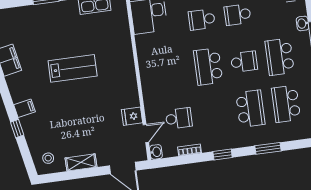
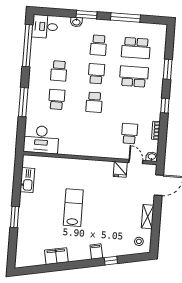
school desk: (202, 19) -> (57, 99), turned 180
school desk: (280, 57) -> (98, 45), width x0.54
school desk: (208, 66) -> (94, 102), width x0.54

